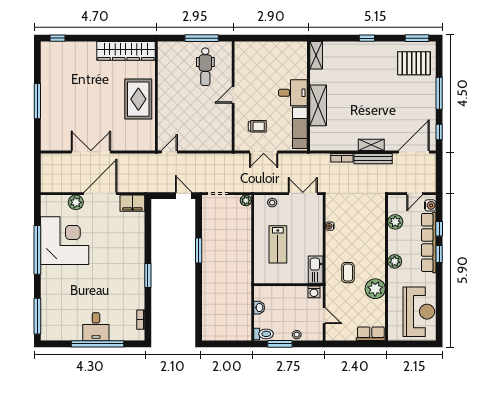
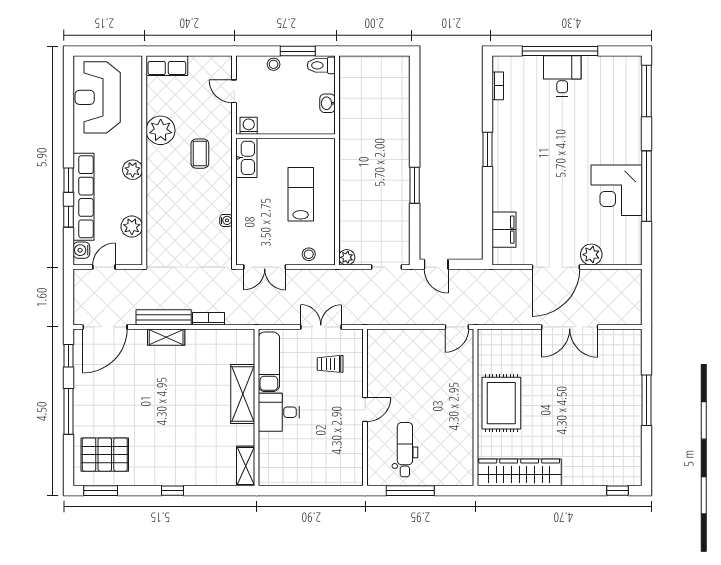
filing cabinet: (132, 203) -> (504, 230), moved, turned 90
corner desk: (65, 241) -> (616, 190), width x0.74, depth x0.74

